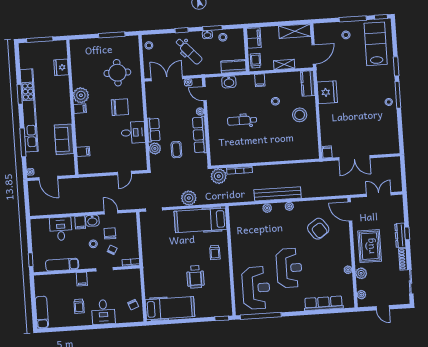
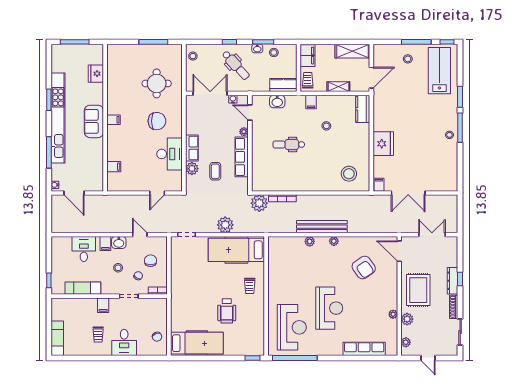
fridge: (327, 92) -> (383, 144), moved
plant: (81, 95) -> (115, 105), removed
stool: (300, 115) -> (349, 174), moved
desk: (133, 133) -> (169, 154), width x1.37
sofa: (64, 139) -> (94, 121), moved
chair: (110, 233) -> (151, 261), moved

